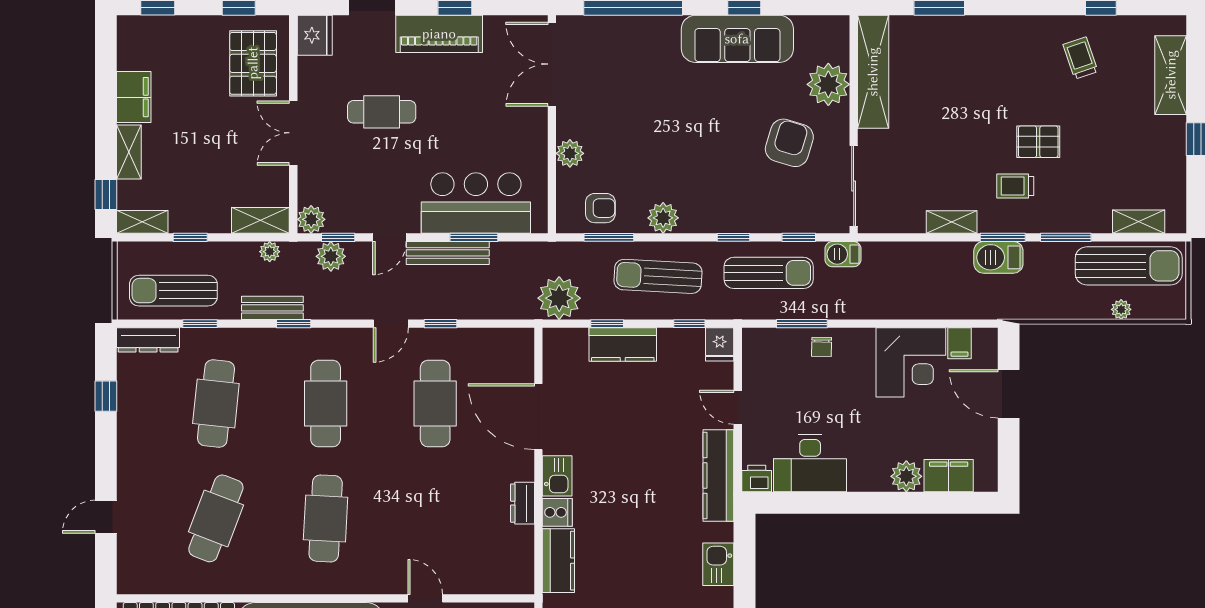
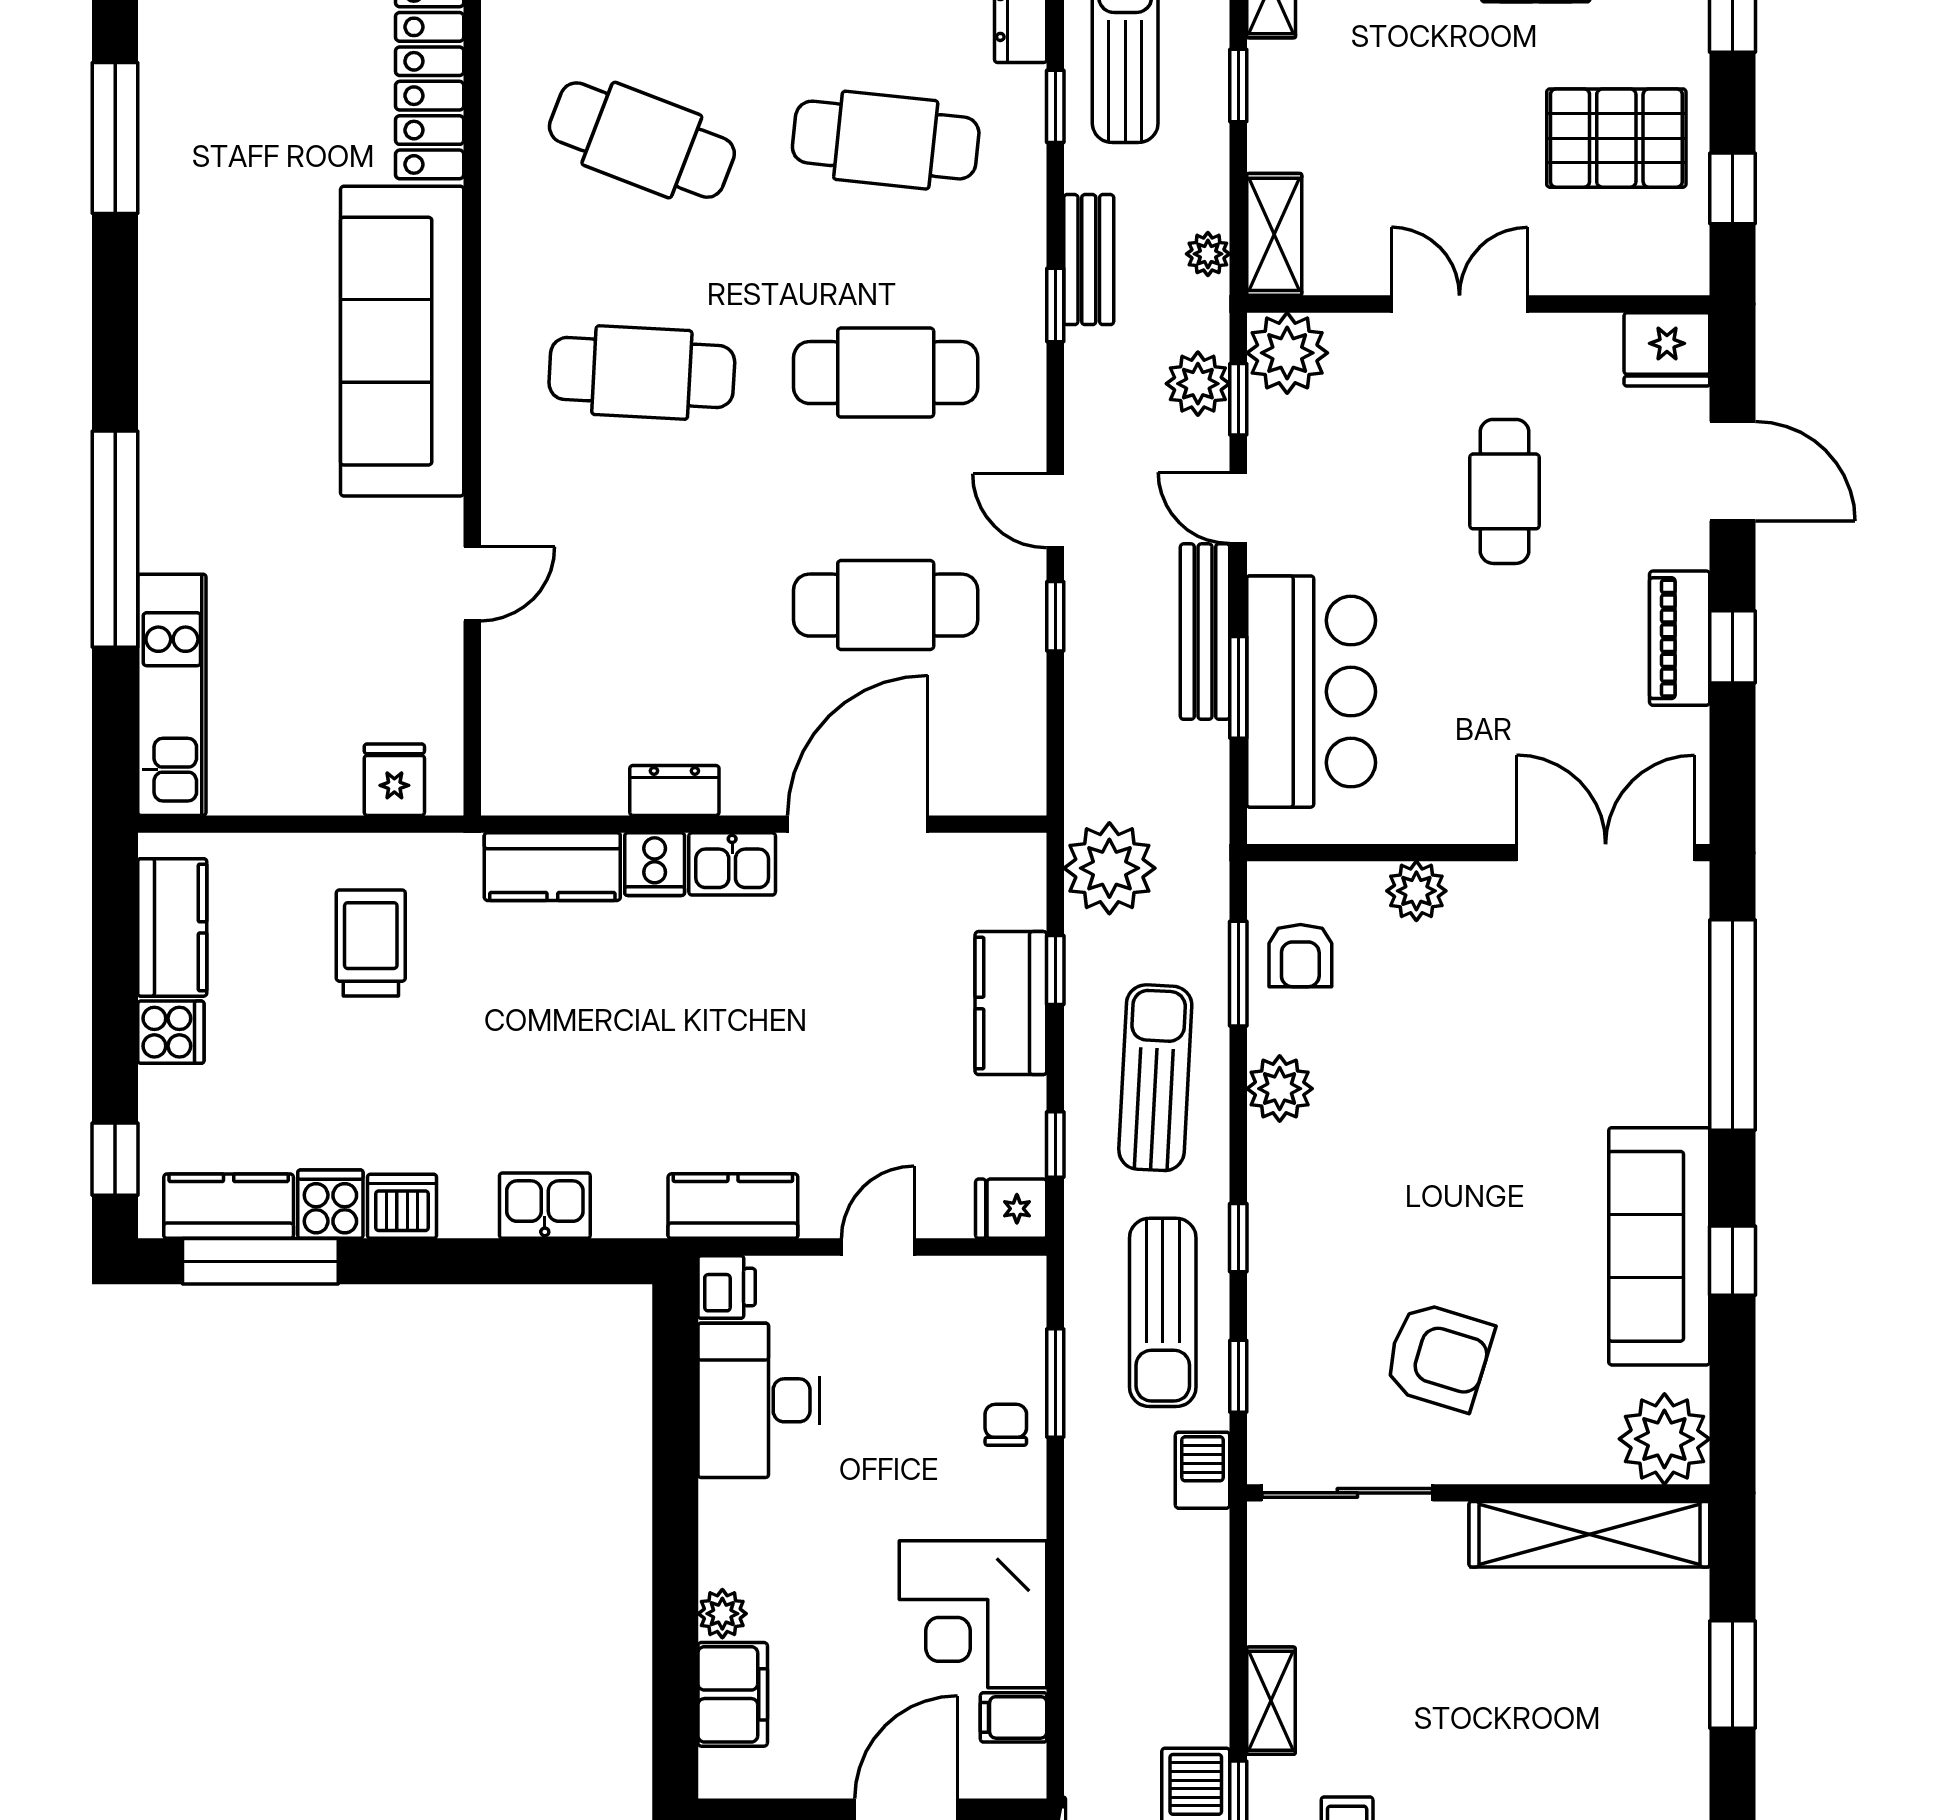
piano: (439, 34) -> (1680, 638), width x0.73, depth x0.75
pallet: (253, 63) -> (1616, 138), moved
plant: (828, 84) -> (1664, 1439), moved
plant: (311, 219) -> (1287, 353), width x1.36, depth x1.36
chair: (822, 347) -> (1006, 1425), turned 89
kitchen counter: (718, 476) -> (733, 1206), width x0.67
plant: (906, 476) -> (722, 1614), width x0.73, depth x0.73

